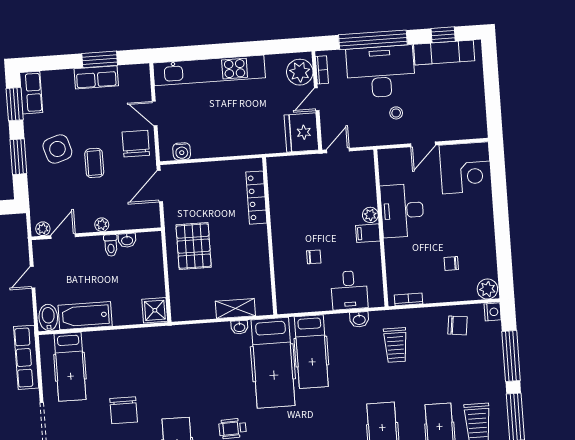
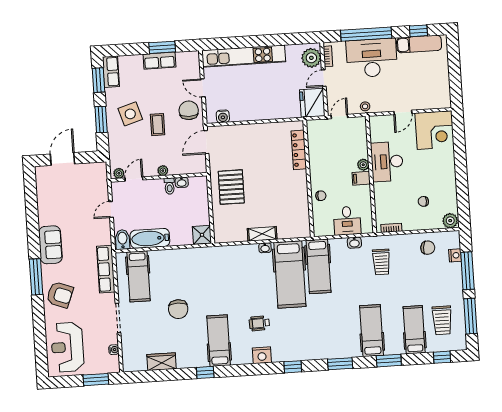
stool: (396, 113) -> (365, 106), moved
locker: (256, 198) -> (299, 150), moved
wall: (270, 236) -> (308, 179), moved
nightstand: (493, 312) -> (455, 255), moved

